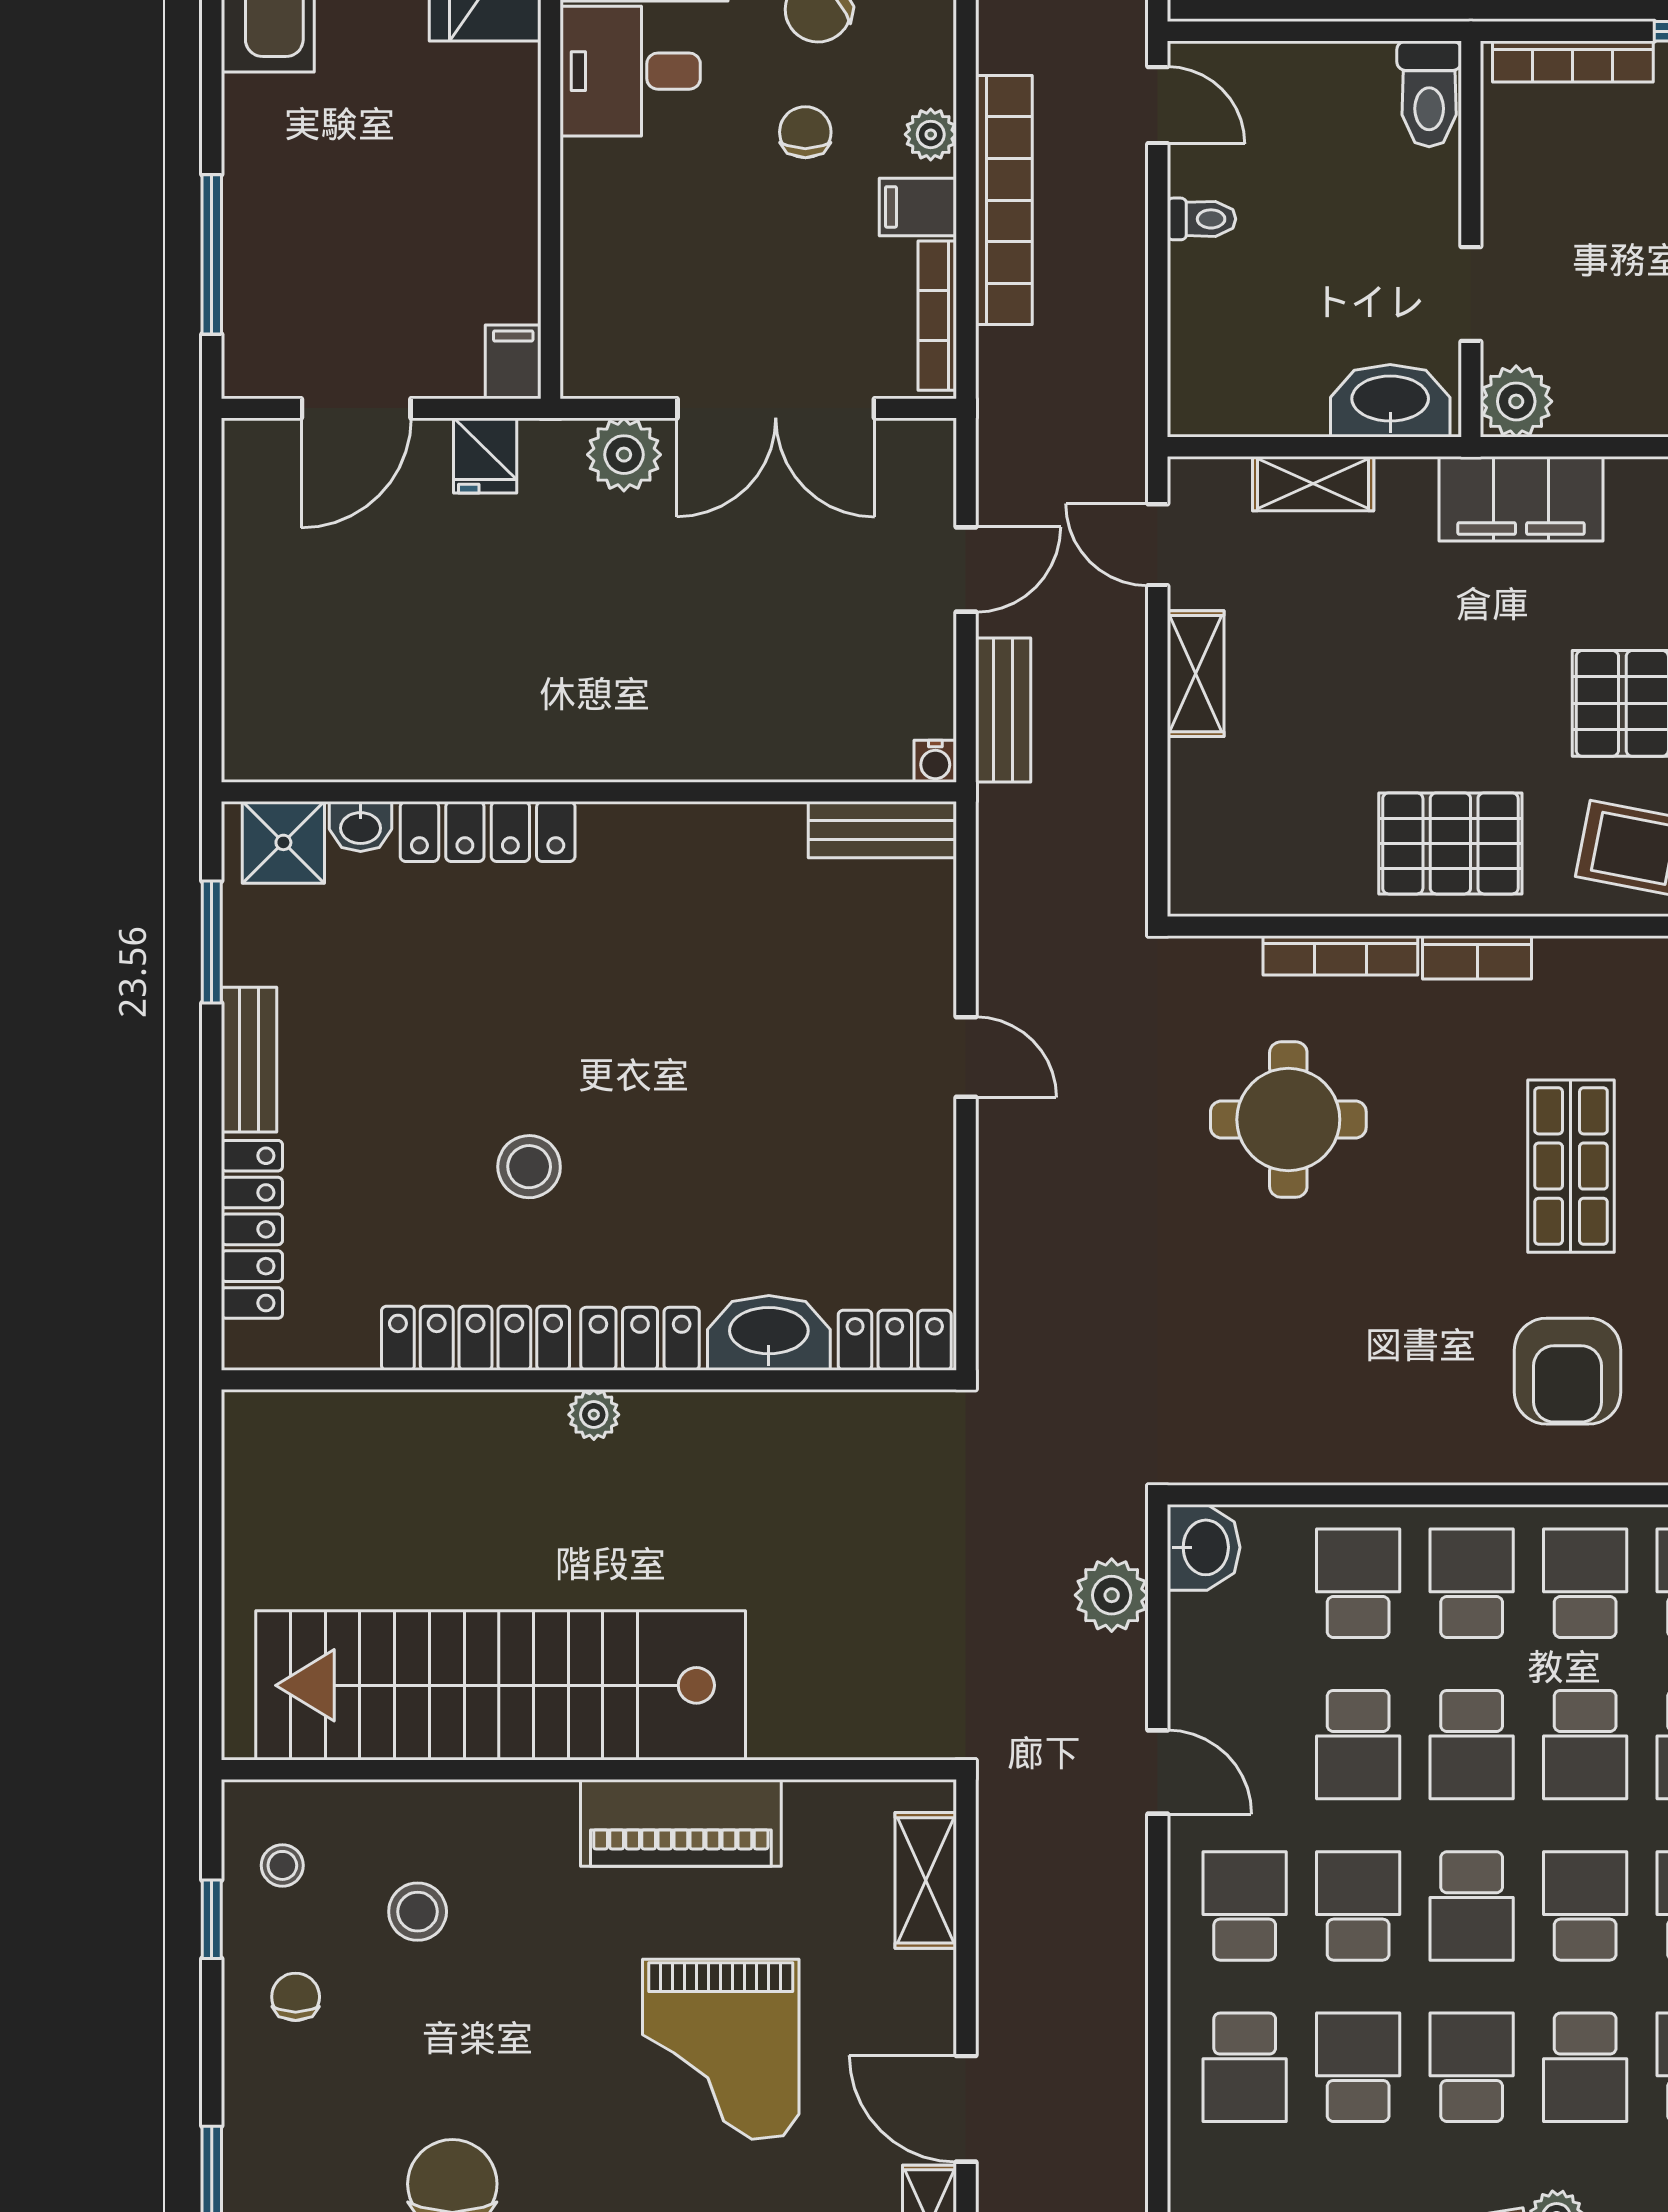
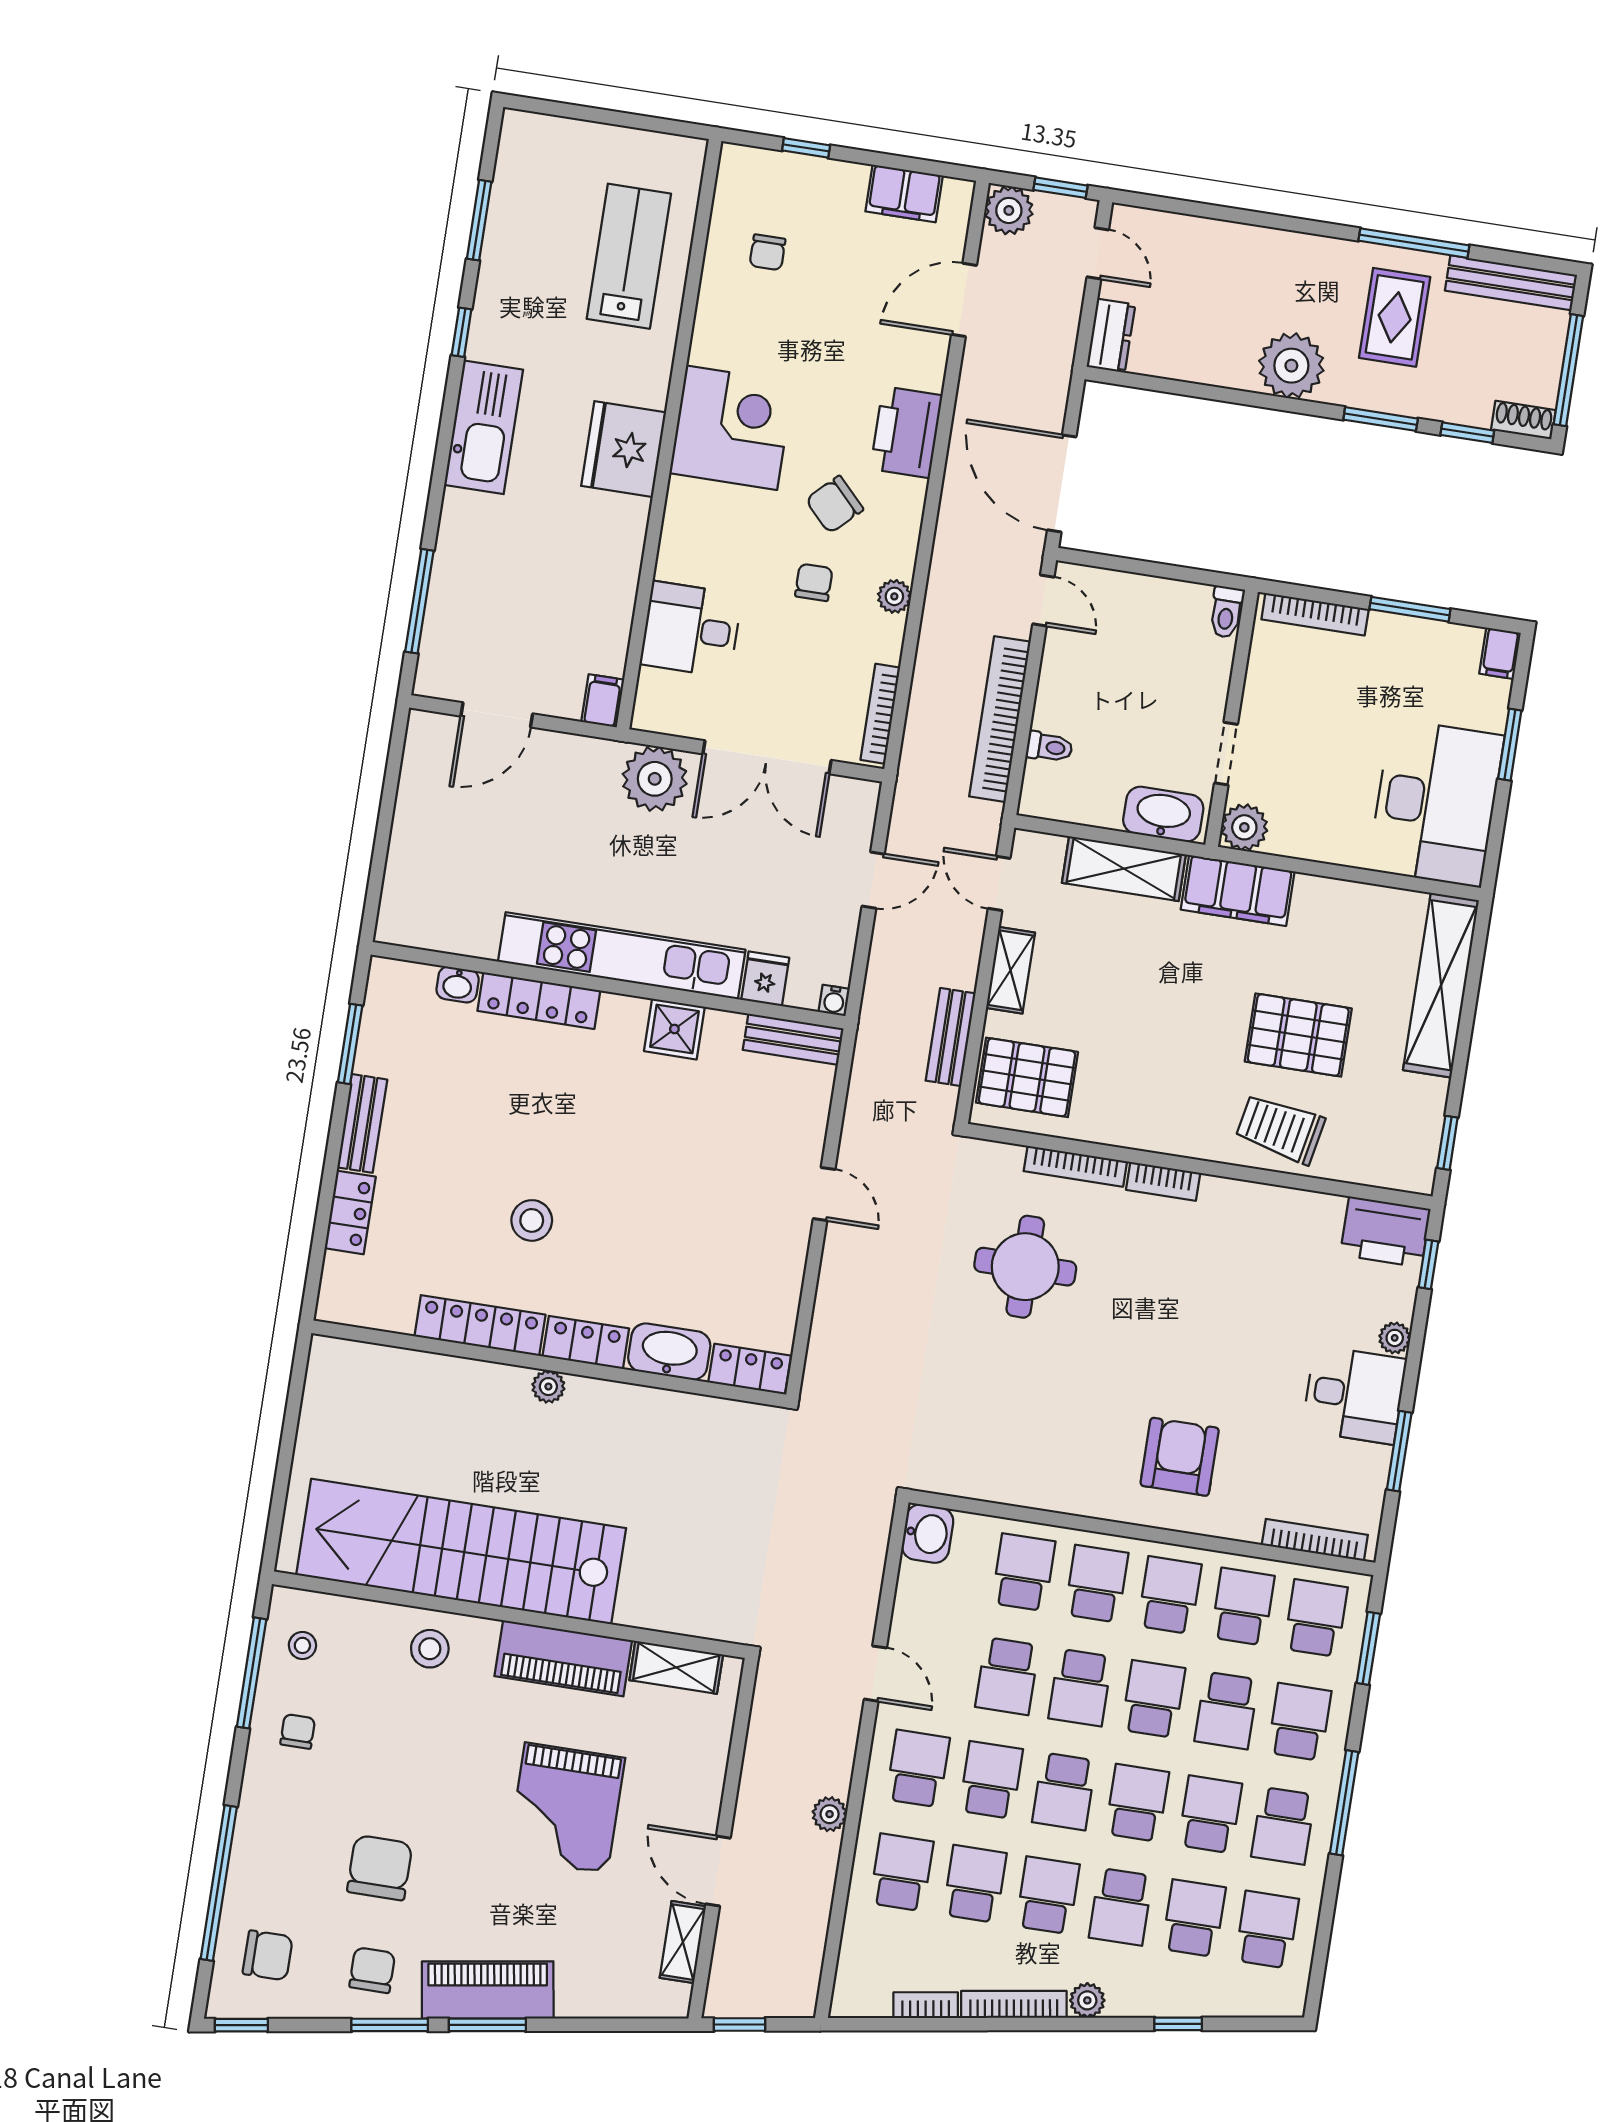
desk: (630, 71) -> (691, 629), moved
toilet: (1429, 94) -> (1226, 612), width x0.73, depth x0.72
bookcase: (1004, 200) -> (1000, 719), moved, turned 180
filing cabinet: (918, 207) -> (879, 642), removed
toilet: (1201, 219) -> (1049, 747), moved
plant: (624, 455) -> (655, 779), width x1.36, depth x1.36
fridge: (485, 456) -> (765, 979), moved, turned 180
shelving: (1313, 484) -> (1124, 869), width x1.50, depth x1.33
bench: (1003, 710) -> (951, 1037), moved
kitchen unit: (603, 744) -> (622, 956), added
shower: (283, 842) -> (674, 1029), moved
pallet: (1450, 843) -> (1027, 1077), moved
shop shelf: (1571, 1166) -> (1203, 1325), removed
locker: (252, 1229) -> (350, 1212), width x0.66
armchair: (1567, 1371) -> (1180, 1457), turned 180
plant: (1112, 1595) -> (830, 1814), moved, width x0.73, depth x0.73
school desk: (1585, 1745) -> (1153, 1699), turned 180
shelving: (926, 1880) -> (676, 1667), moved, turned 90
stool: (418, 1912) -> (430, 1649), moved
window: (212, 1919) -> (252, 1673), width x2.17
school desk: (1245, 2067) -> (902, 1872), turned 180

